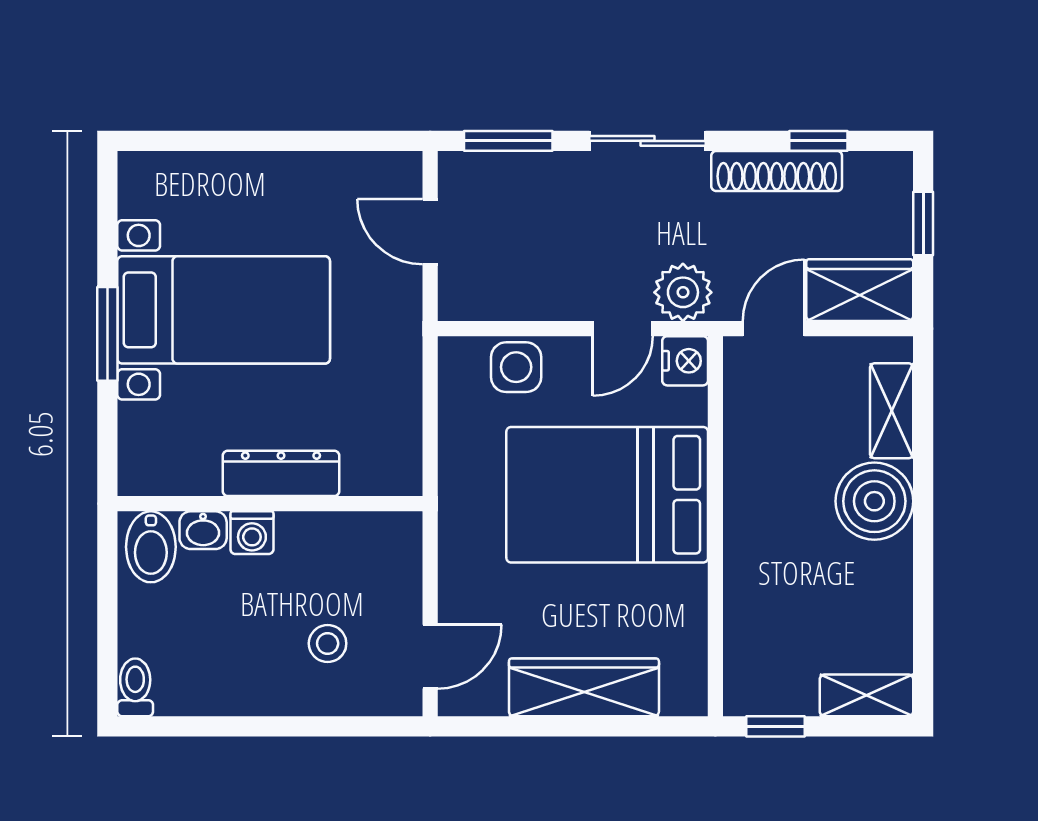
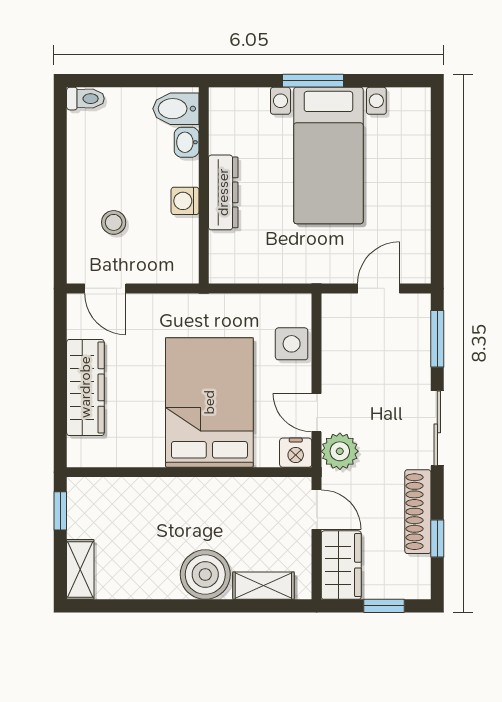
washing machine: (252, 533) -> (185, 201), moved

